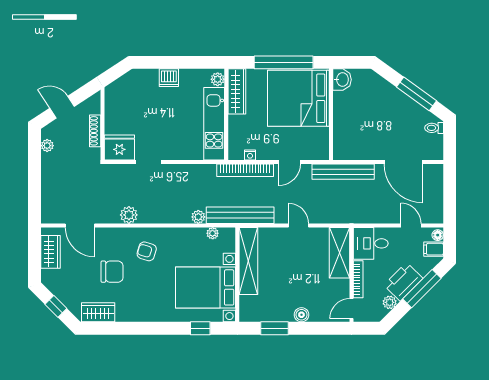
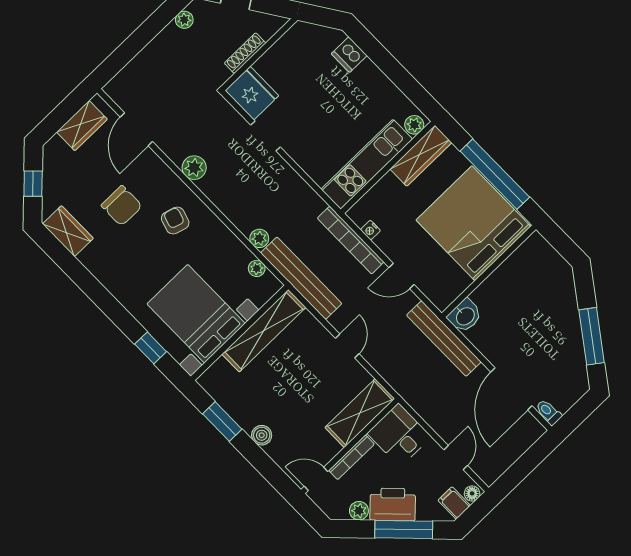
dishwasher: (169, 78) -> (349, 55), moved
washbasin: (342, 80) -> (465, 316), moved
toilet: (434, 128) -> (549, 412), moved

